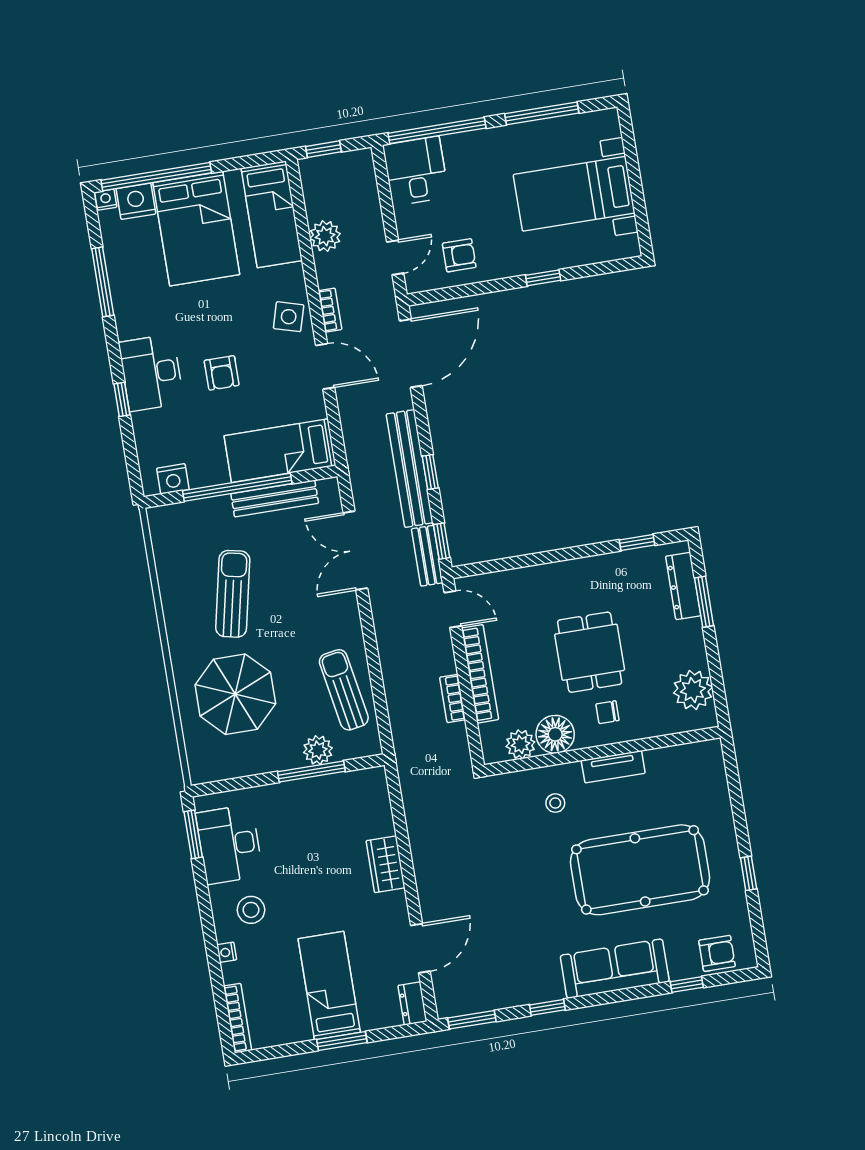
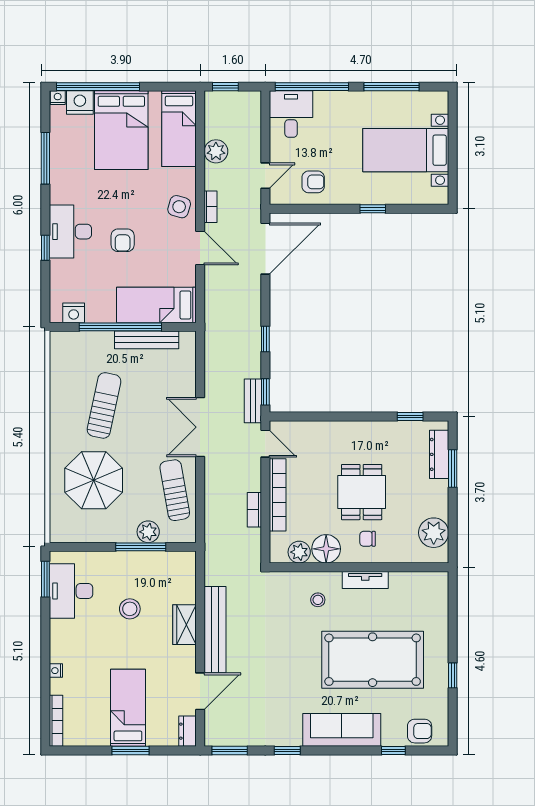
bench: (410, 468) -> (215, 630), moved
double door: (355, 551) -> (200, 427), moved
stool: (251, 910) -> (130, 609), moved

